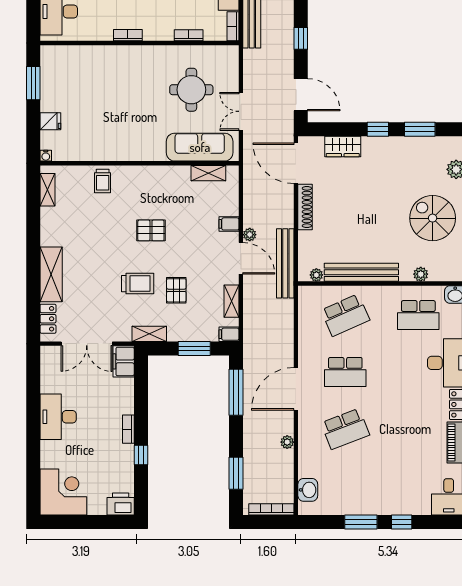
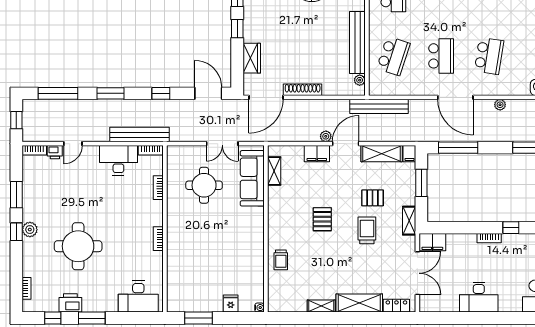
door: (301, 95) -> (208, 93), hinge flipped
trolley: (103, 181) -> (281, 260), turned 90
shelving: (48, 190) -> (321, 306), moved
filing cabinet: (229, 224) -> (317, 154), width x2.00
bench: (285, 263) -> (379, 106), moved
shelving: (232, 301) -> (382, 154), width x1.50, depth x1.33
school desk: (345, 315) -> (393, 56), turned 42
school desk: (345, 429) -> (489, 56), turned 30

